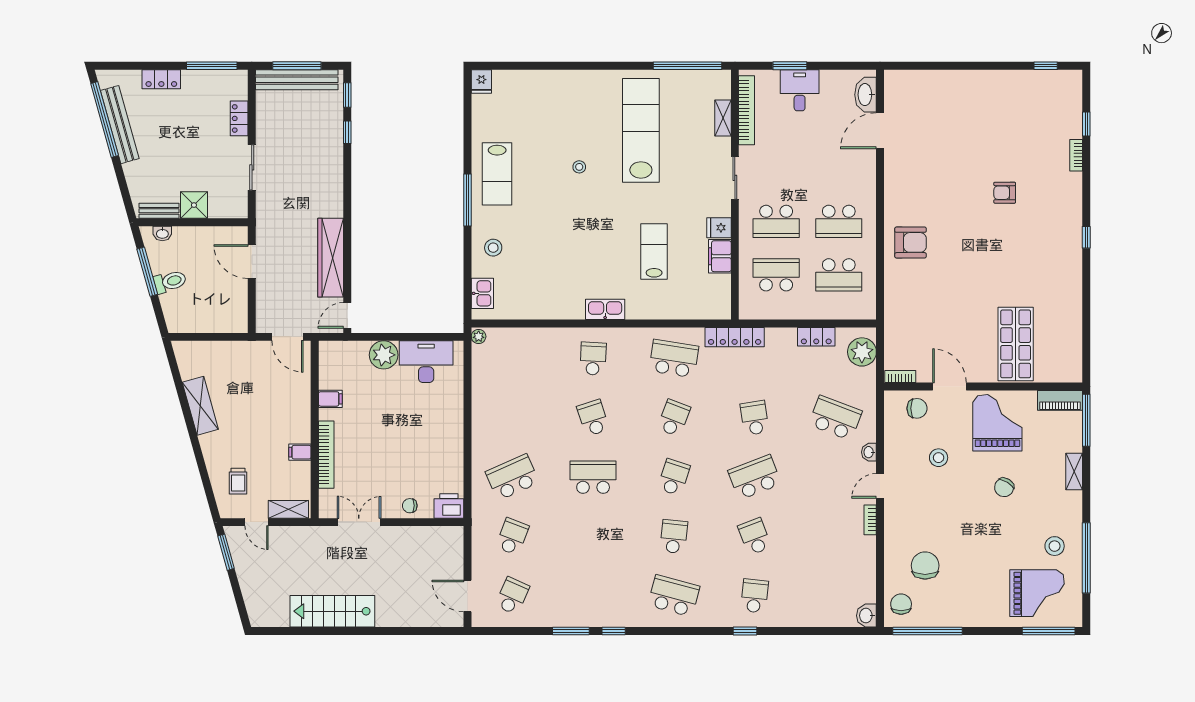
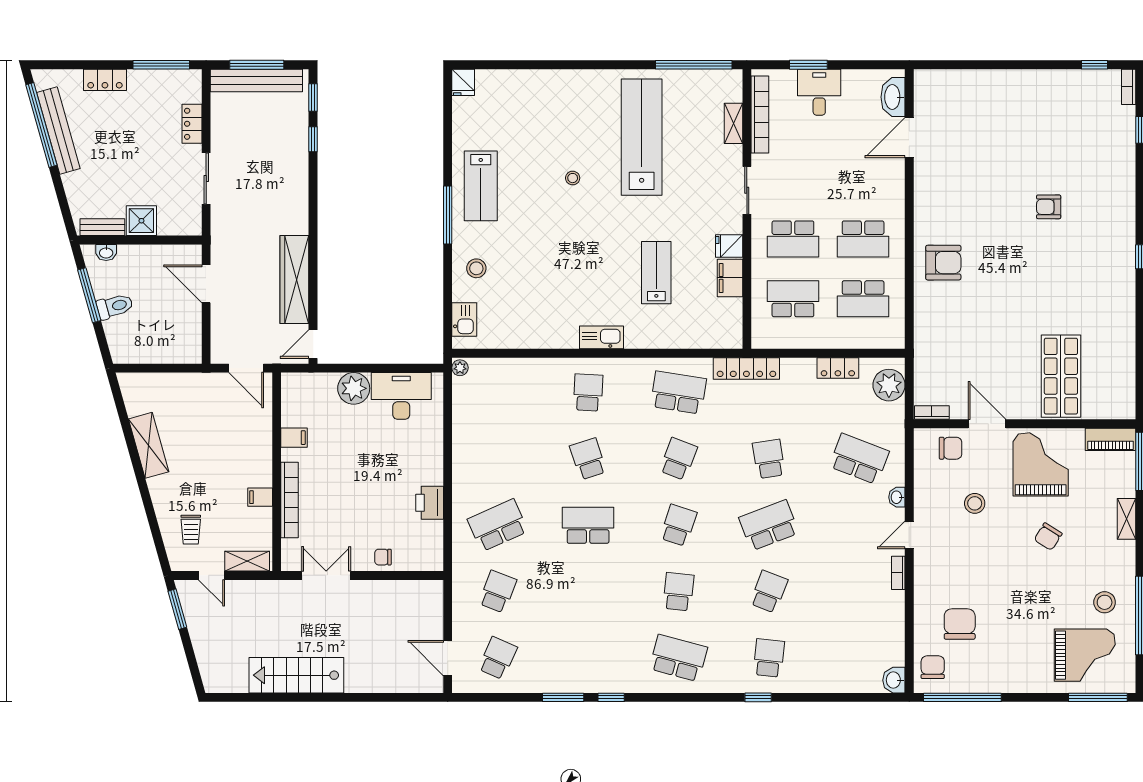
bookcase: (1076, 155) -> (1129, 87), moved
printer: (449, 506) -> (430, 503), moved, turned -90
school desk: (755, 537) -> (769, 592), turned 42

